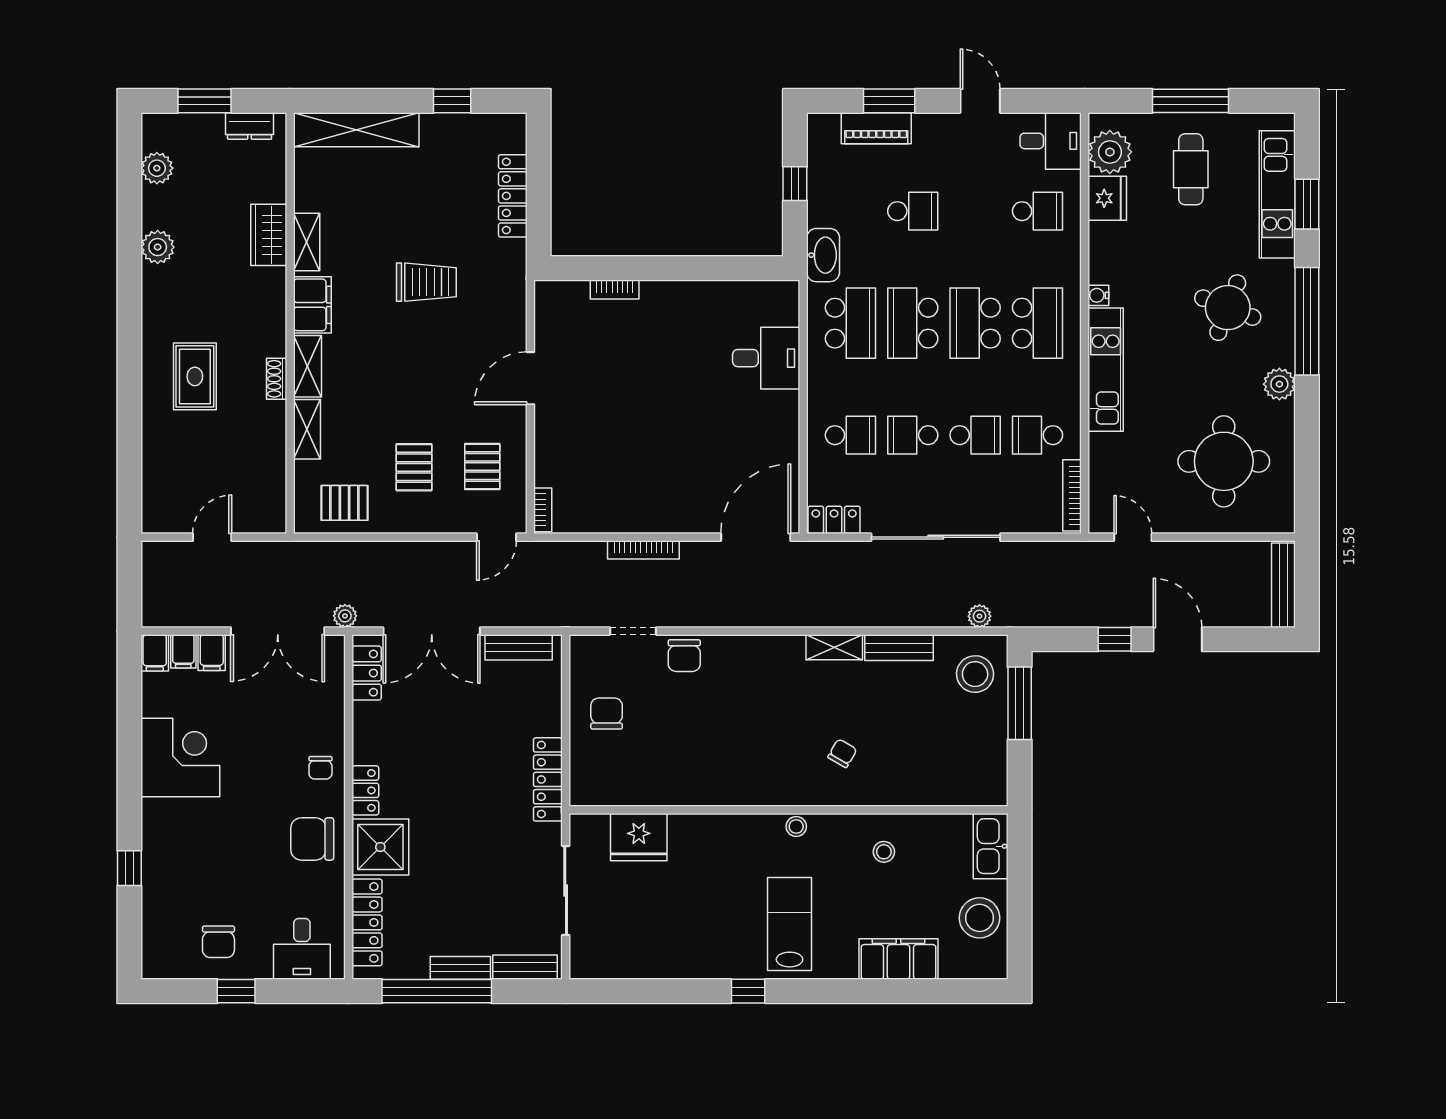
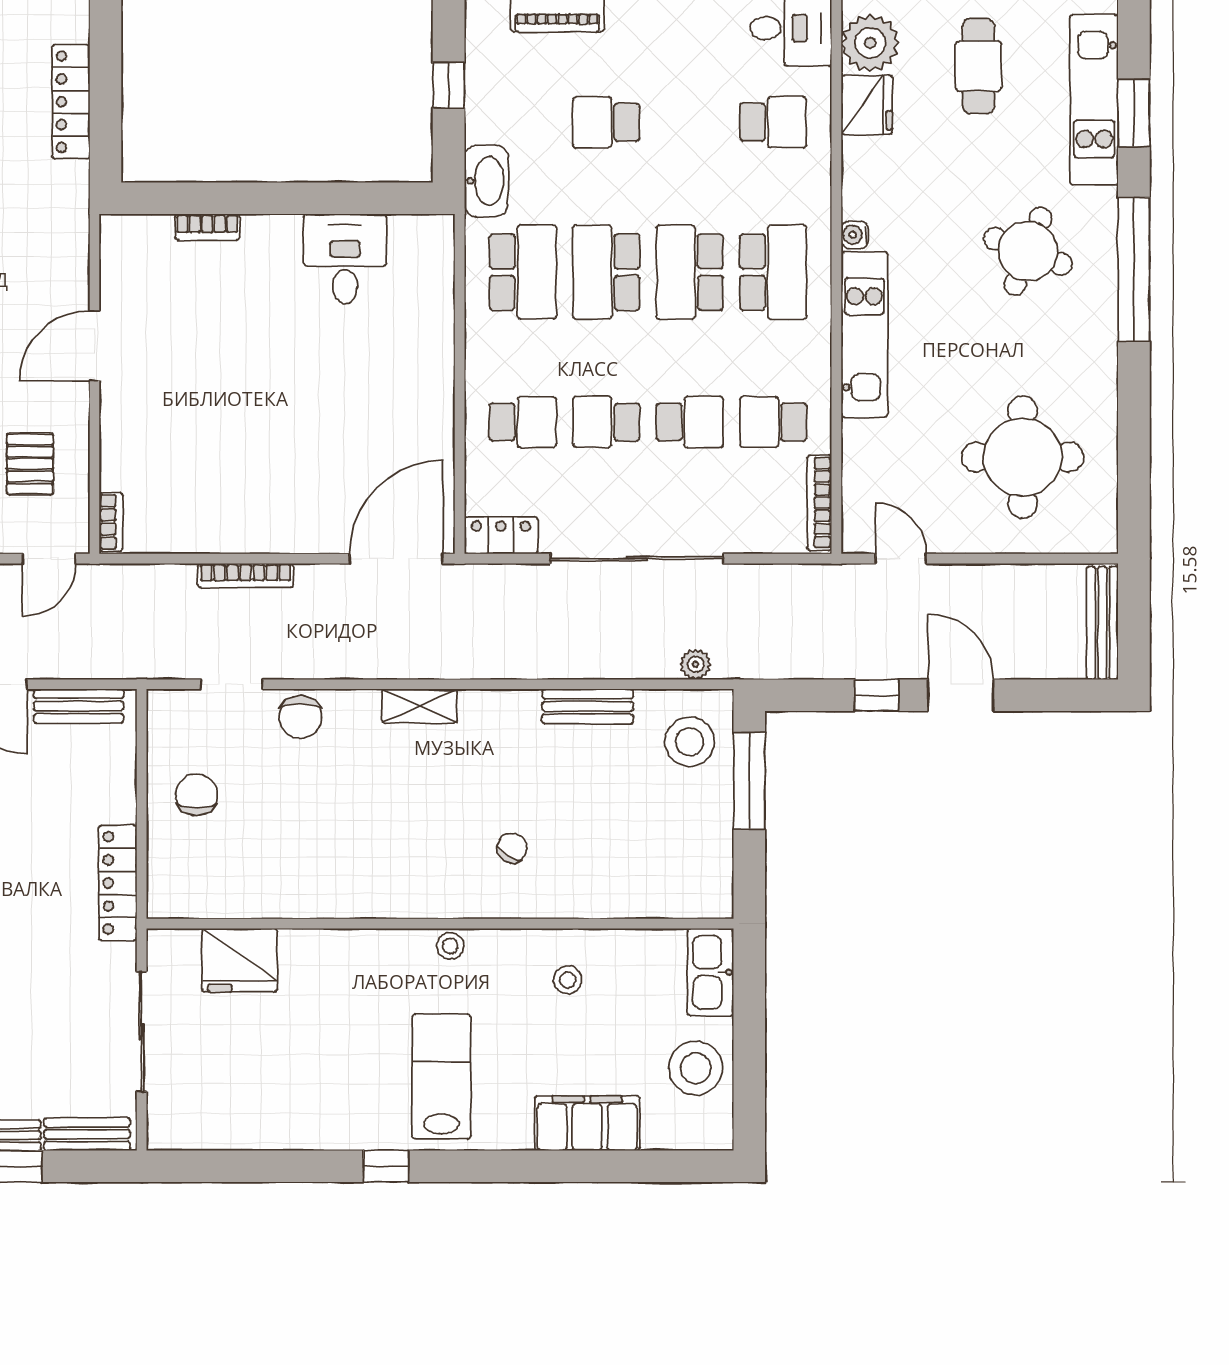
school desk: (913, 211) -> (606, 122), turned 180
desk: (766, 358) -> (345, 259), moved, turned -90
plant: (1279, 384) -> (1097, 354), removed
shelving: (834, 647) -> (420, 706), moved

